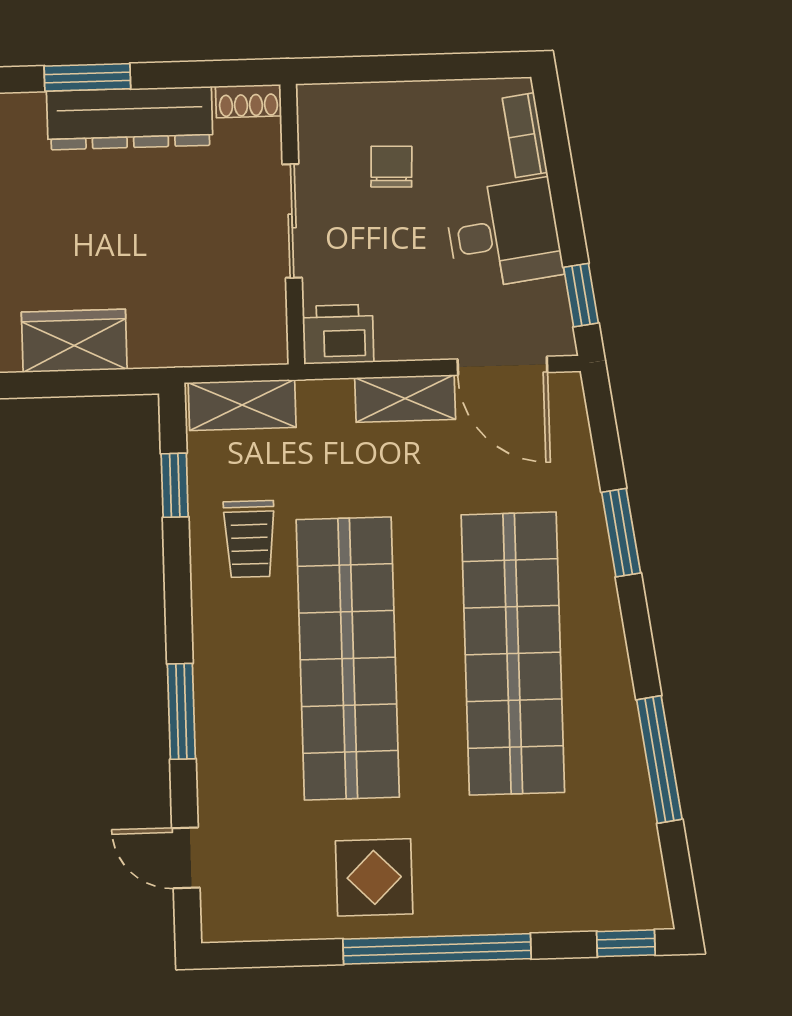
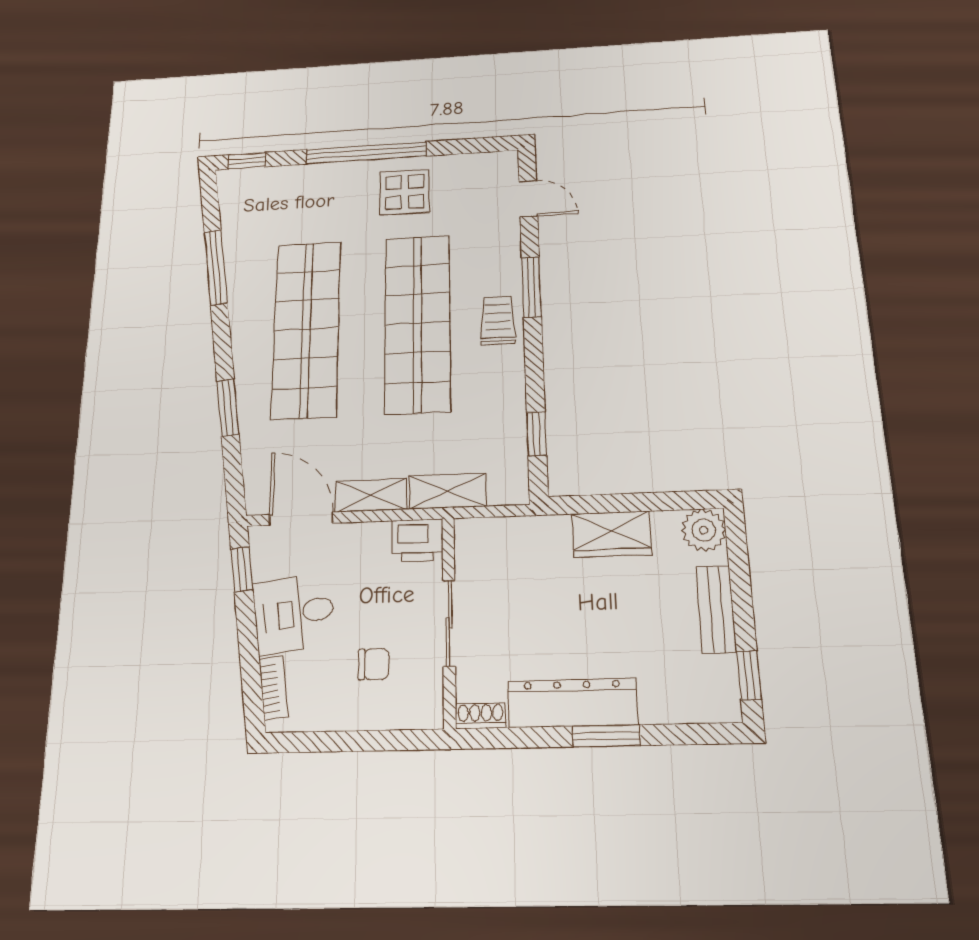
chair: (391, 167) -> (374, 664), turned -92
shelving: (242, 405) -> (447, 491), moved
trolley: (249, 539) -> (498, 321), moved

